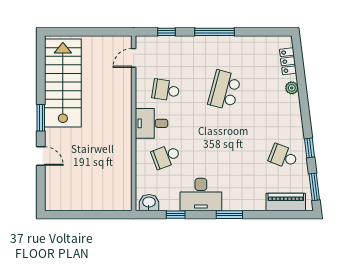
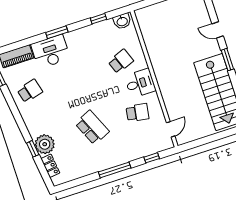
plant: (292, 88) -> (45, 144), width x1.87, depth x1.87
school desk: (225, 90) -> (92, 127), turned -39
window: (309, 148) -> (33, 149), moved
school desk: (283, 156) -> (30, 91), turned -36
desk: (201, 195) -> (51, 52), moved

